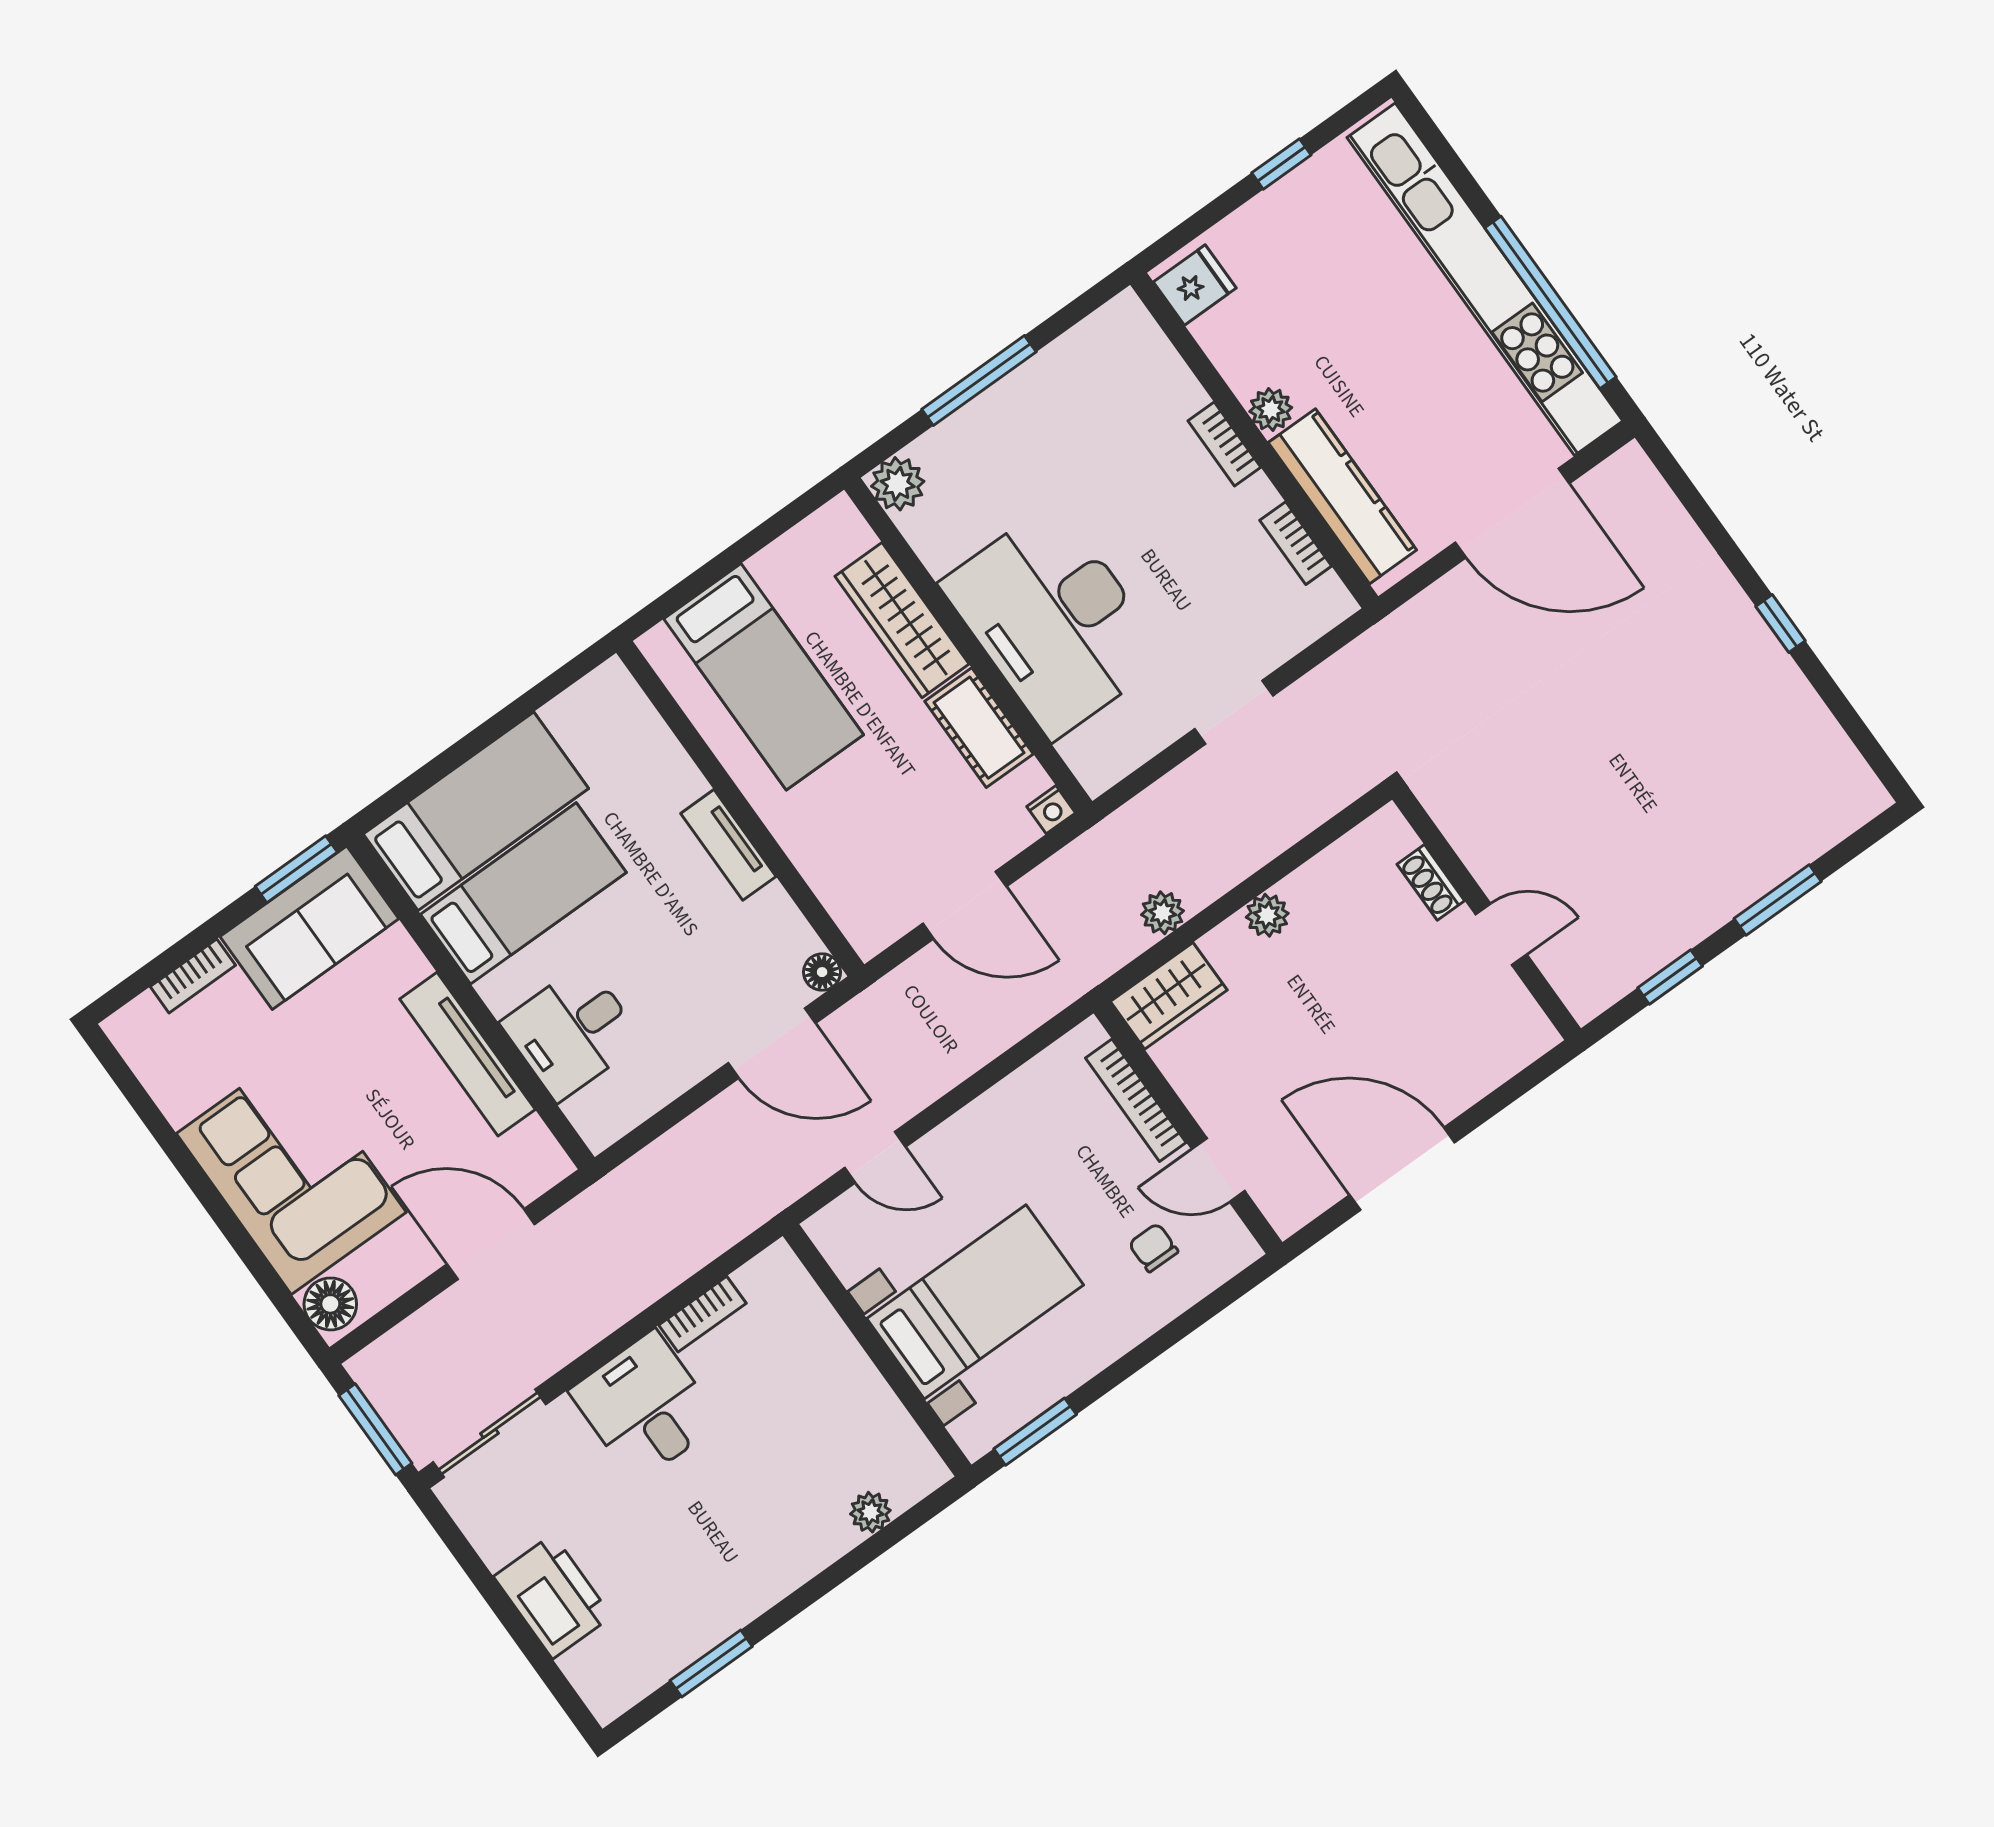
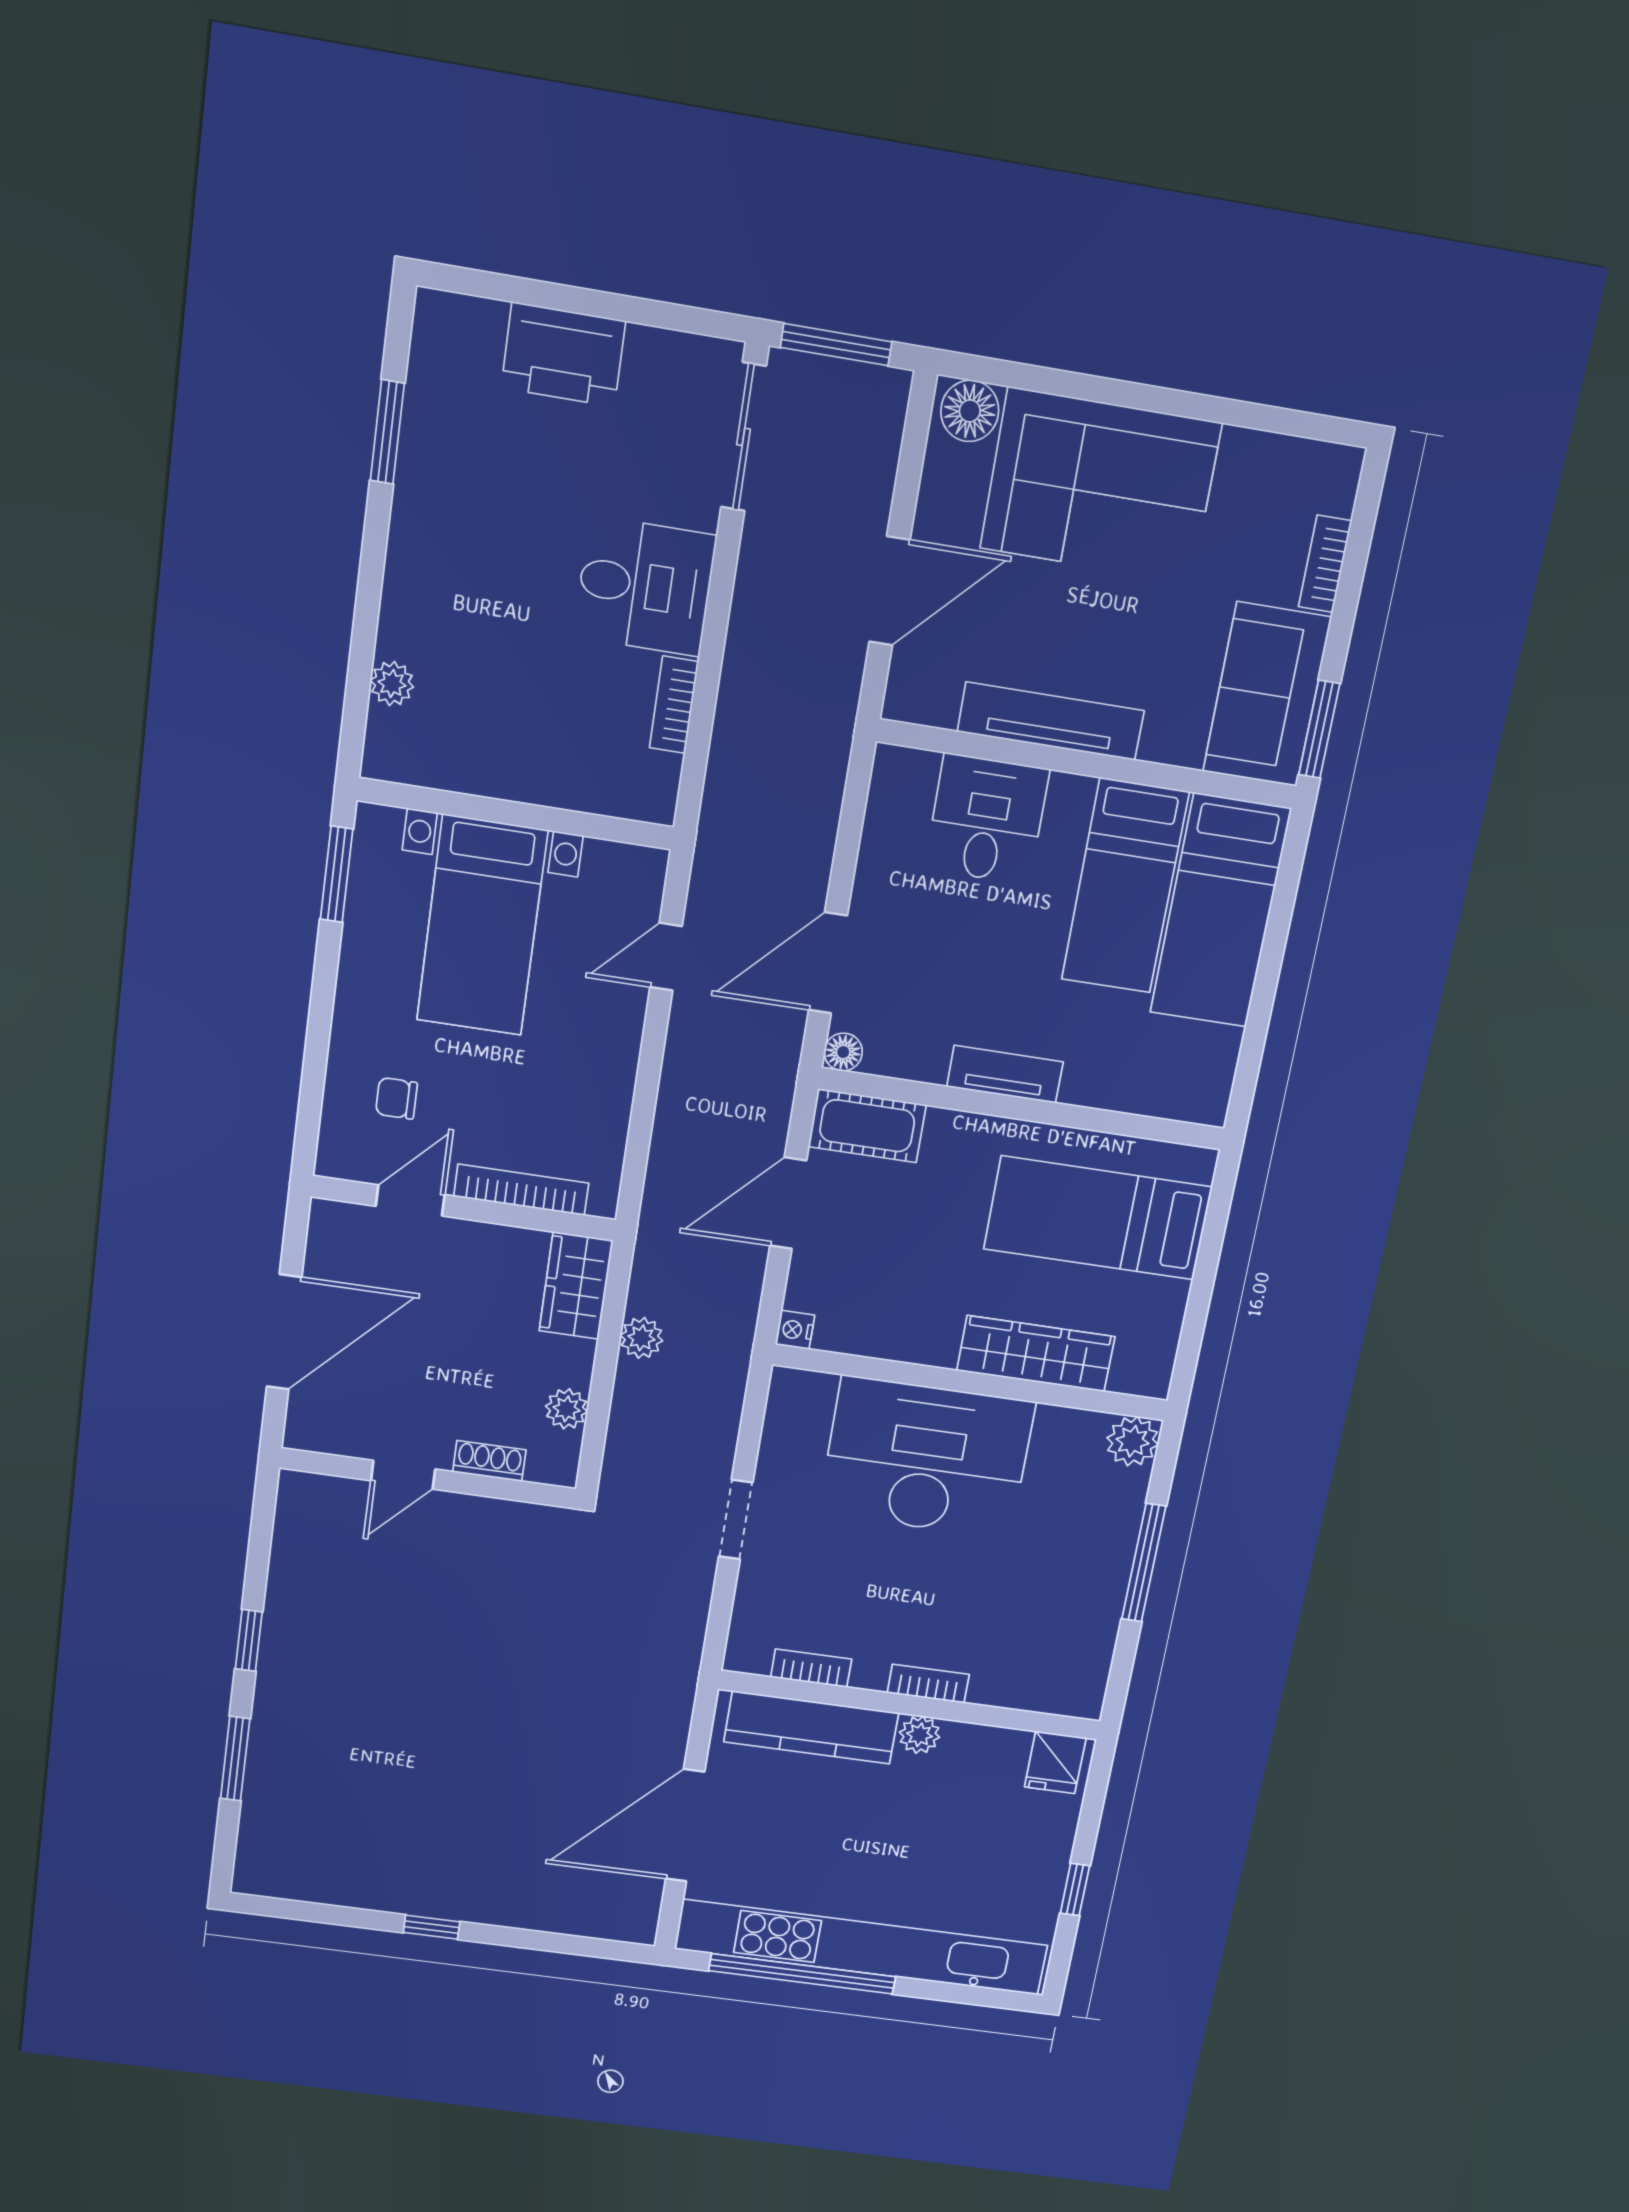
cot: (979, 728) -> (867, 1126), moved
shoe rack: (1431, 882) -> (489, 1461), moved
wall: (1487, 914) -> (428, 1478), moved
door: (1501, 934) -> (403, 1475), moved
chair: (1153, 1248) -> (396, 1098), turned 180

